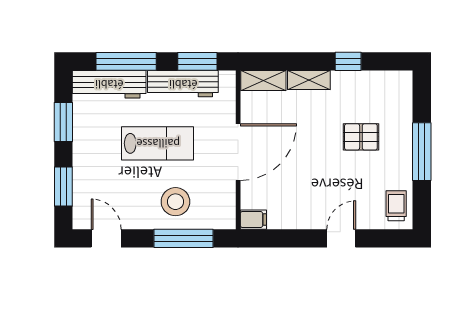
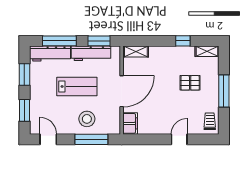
shelving: (309, 80) -> (207, 51), moved
filing cabinet: (253, 220) -> (130, 123), width x2.00

